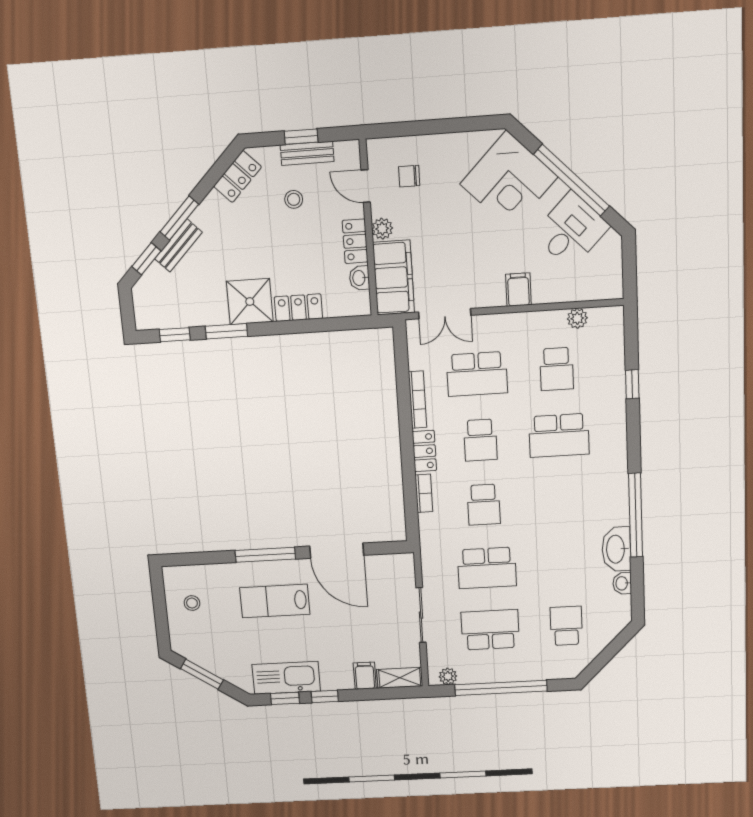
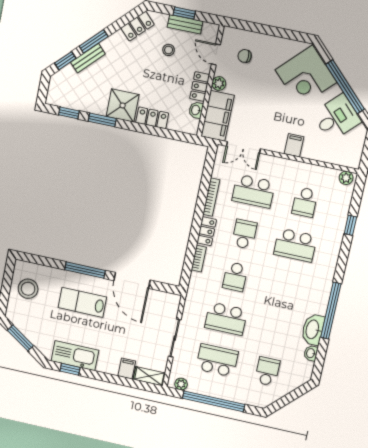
plant: (577, 318) -> (346, 178), moved
school desk: (480, 440) -> (244, 234), turned 180
stool: (192, 603) -> (28, 289), width x1.89, depth x1.89
window: (325, 696) -> (97, 375), removed

